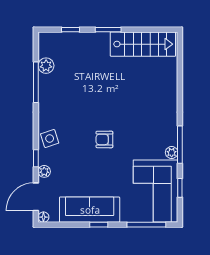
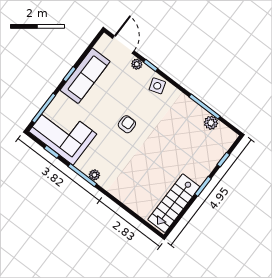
plant: (172, 153) -> (94, 175), moved
floor lamp: (43, 217) -> (105, 39), removed

